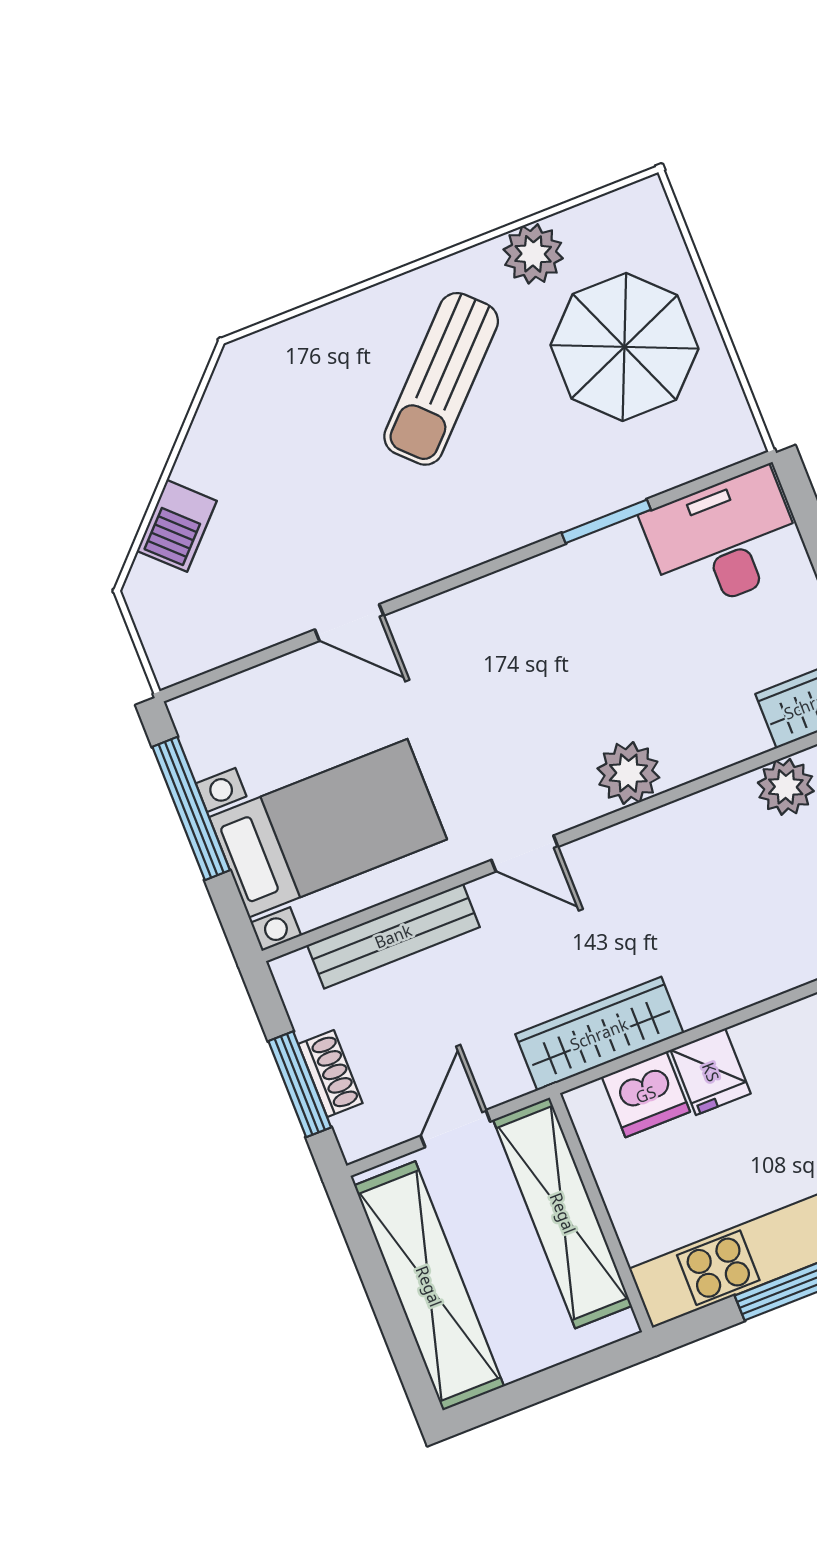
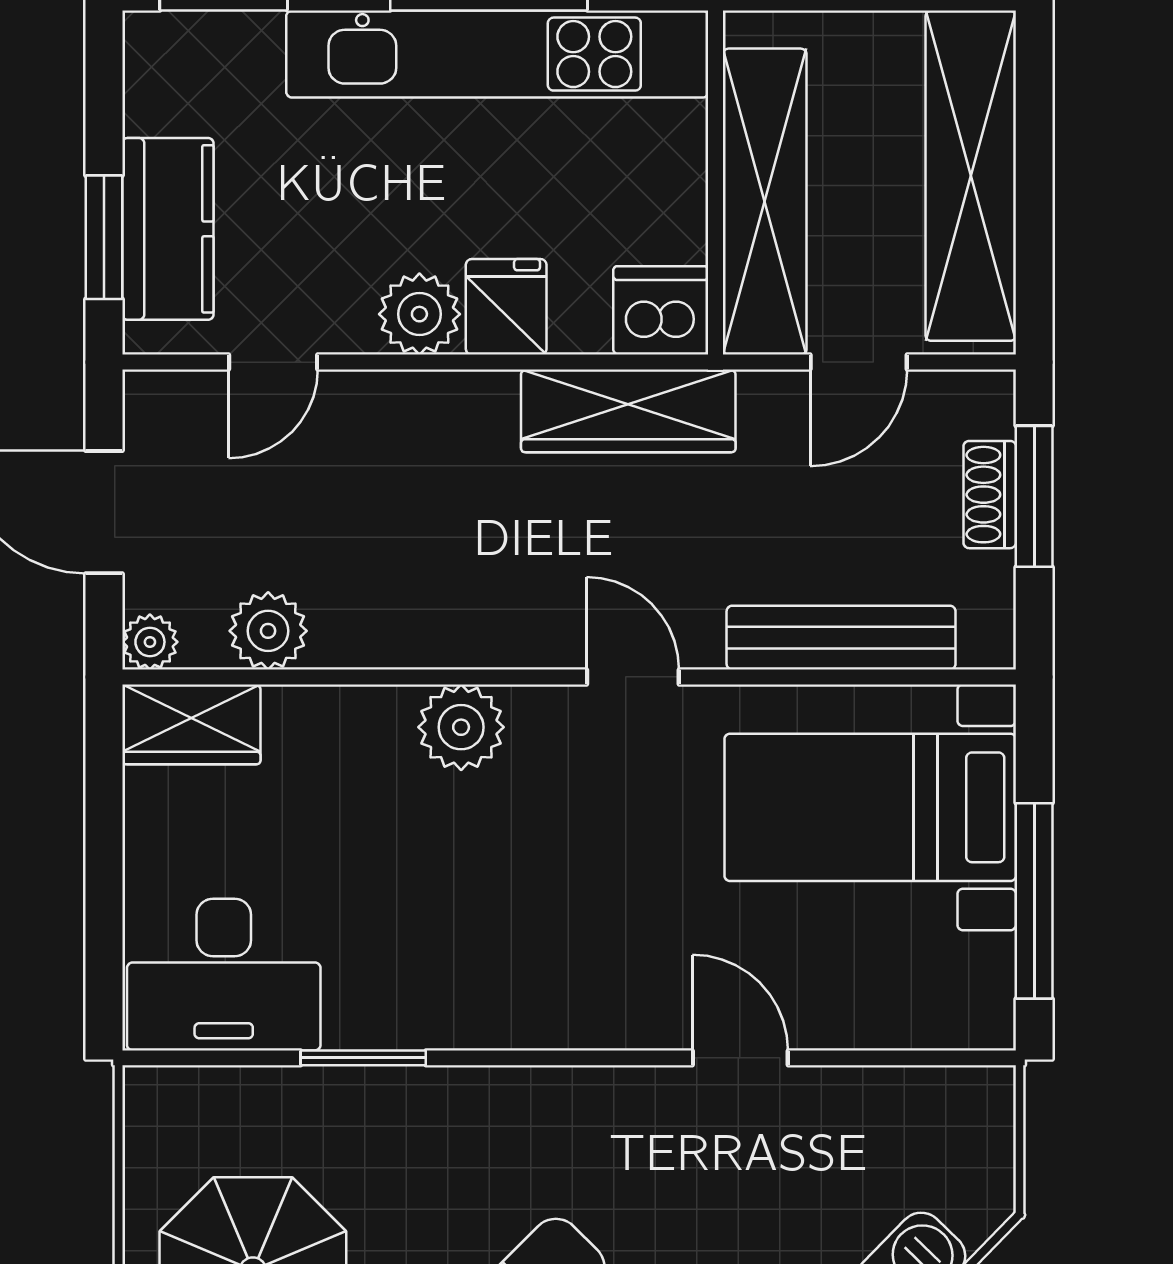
plant: (768, 1044) -> (419, 314), added
dishwasher: (646, 1094) -> (661, 310), moved

